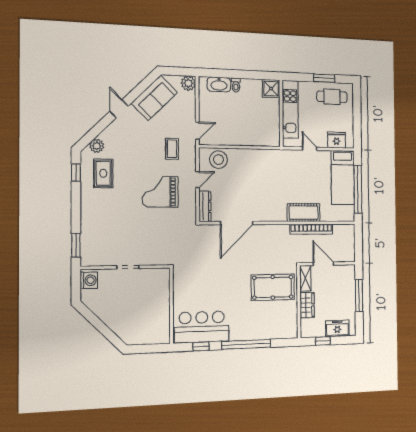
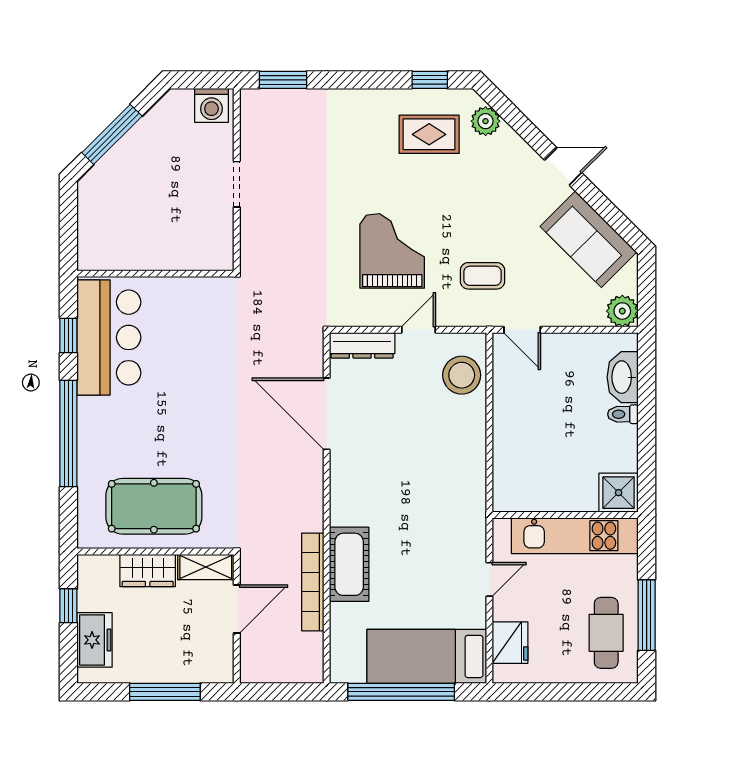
window: (324, 78) -> (647, 615), width x1.44
door: (198, 180) -> (419, 330), swing flipped
pool table: (273, 287) -> (154, 506), moved, turned 90
window: (103, 329) -> (112, 134), added

